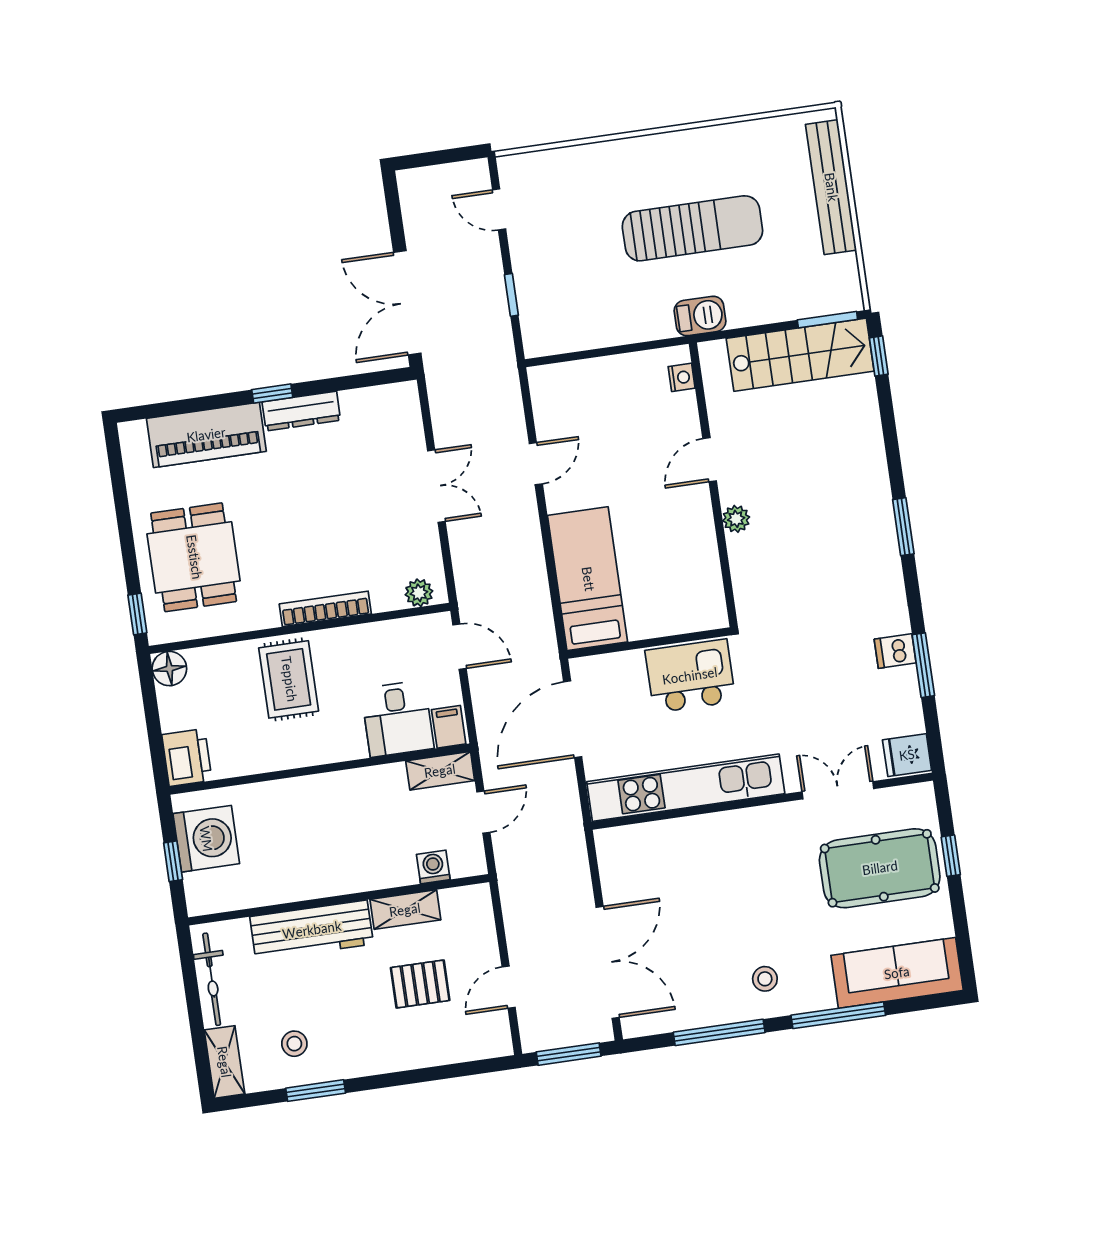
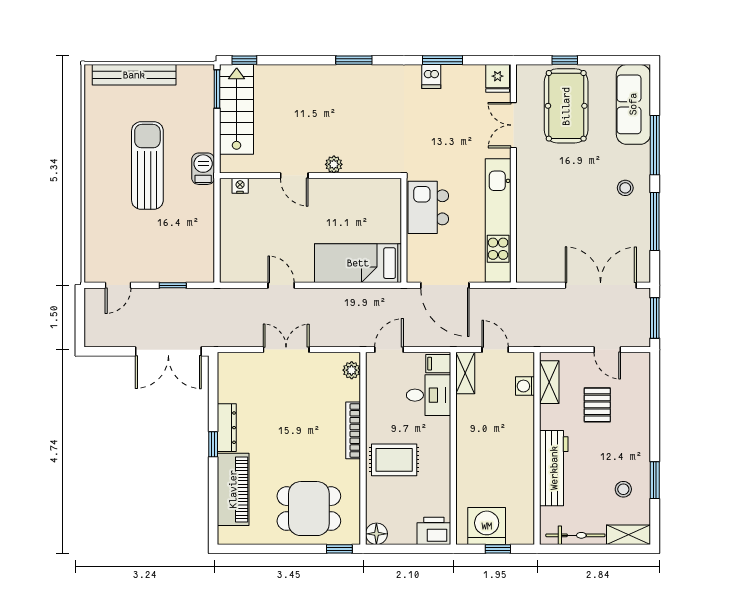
shelving: (405, 910) -> (549, 382), moved

